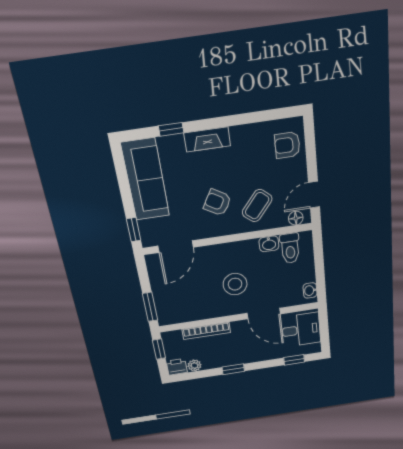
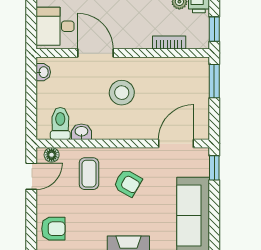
coffee table: (257, 206) -> (89, 174), turned -40
bookcase: (206, 331) -> (169, 43), width x0.64

